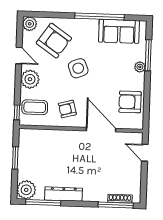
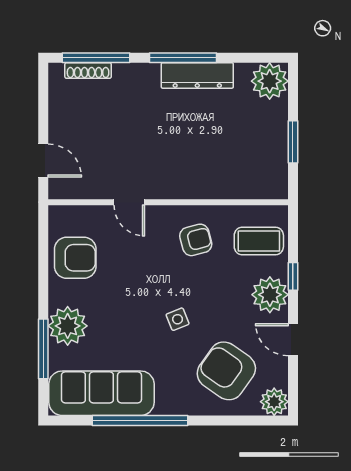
sofa: (119, 31) -> (101, 393), width x1.36
plant: (140, 67) -> (68, 326), width x1.87, depth x1.87
side table: (78, 68) -> (178, 319), width x0.54, depth x0.54
window: (17, 112) -> (293, 276), moved
door: (101, 130) -> (129, 202), width x0.53
window: (43, 202) -> (183, 58), moved

